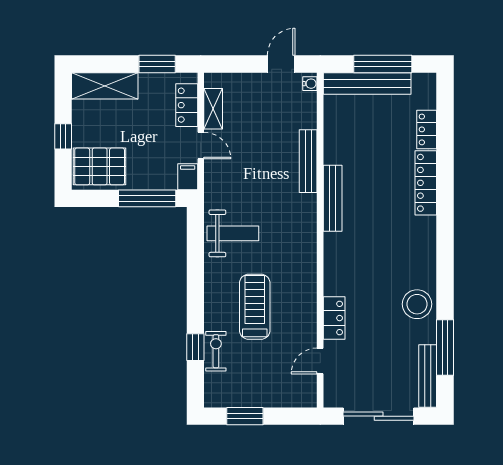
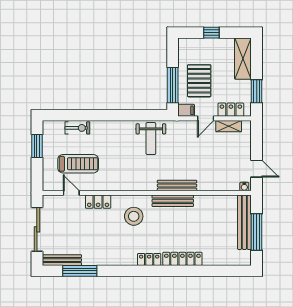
locker: (427, 129) -> (149, 259), moved
bench: (308, 161) -> (177, 186), moved
pallet: (100, 166) -> (199, 81), moved
stool: (417, 304) -> (134, 216), moved
treadmill: (255, 307) -> (78, 164), moved
window: (195, 347) -> (80, 115), removed

